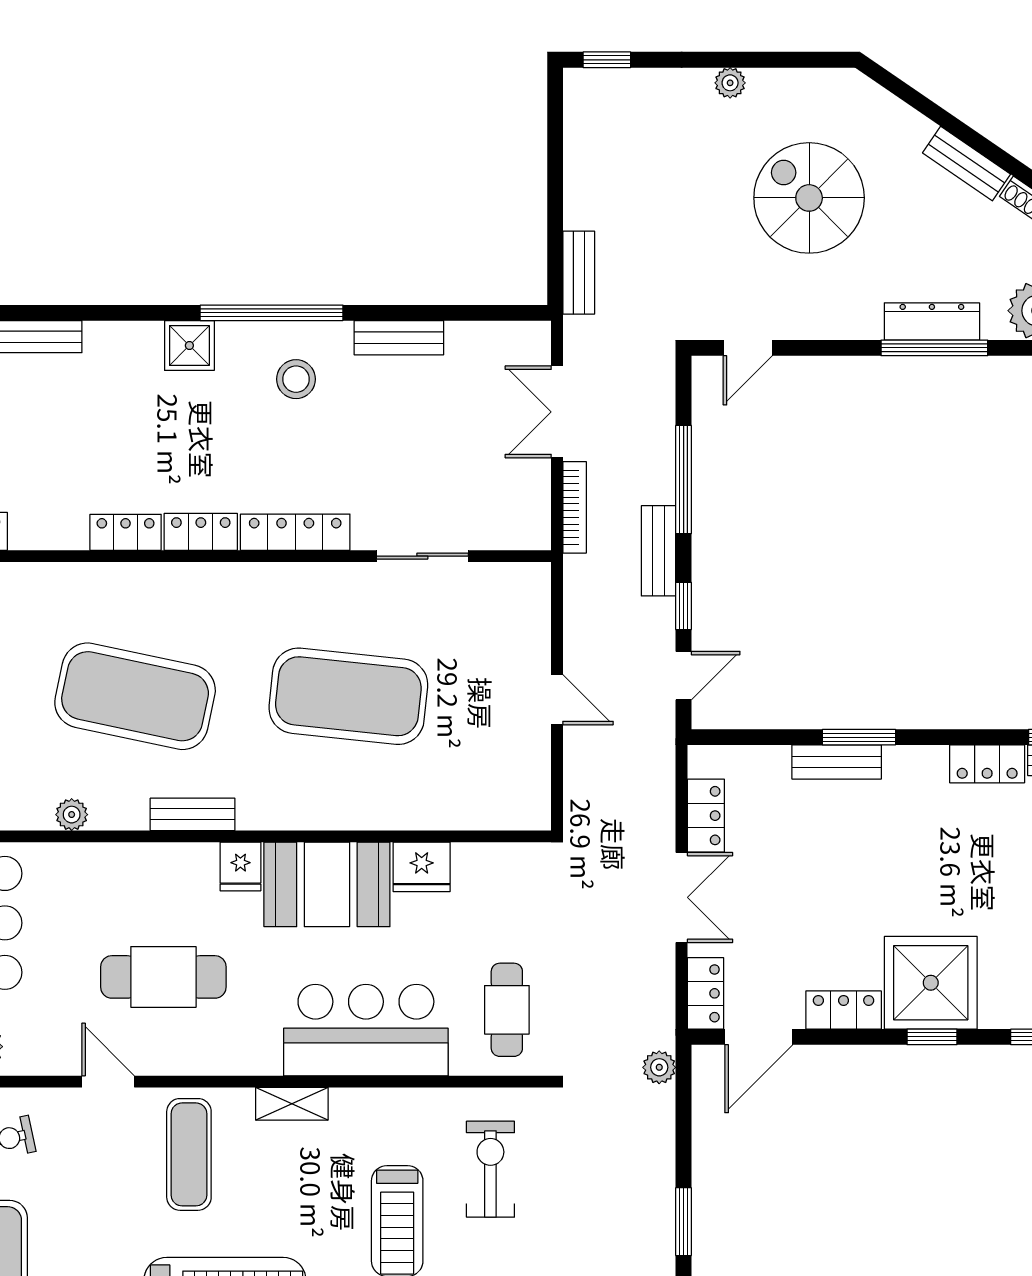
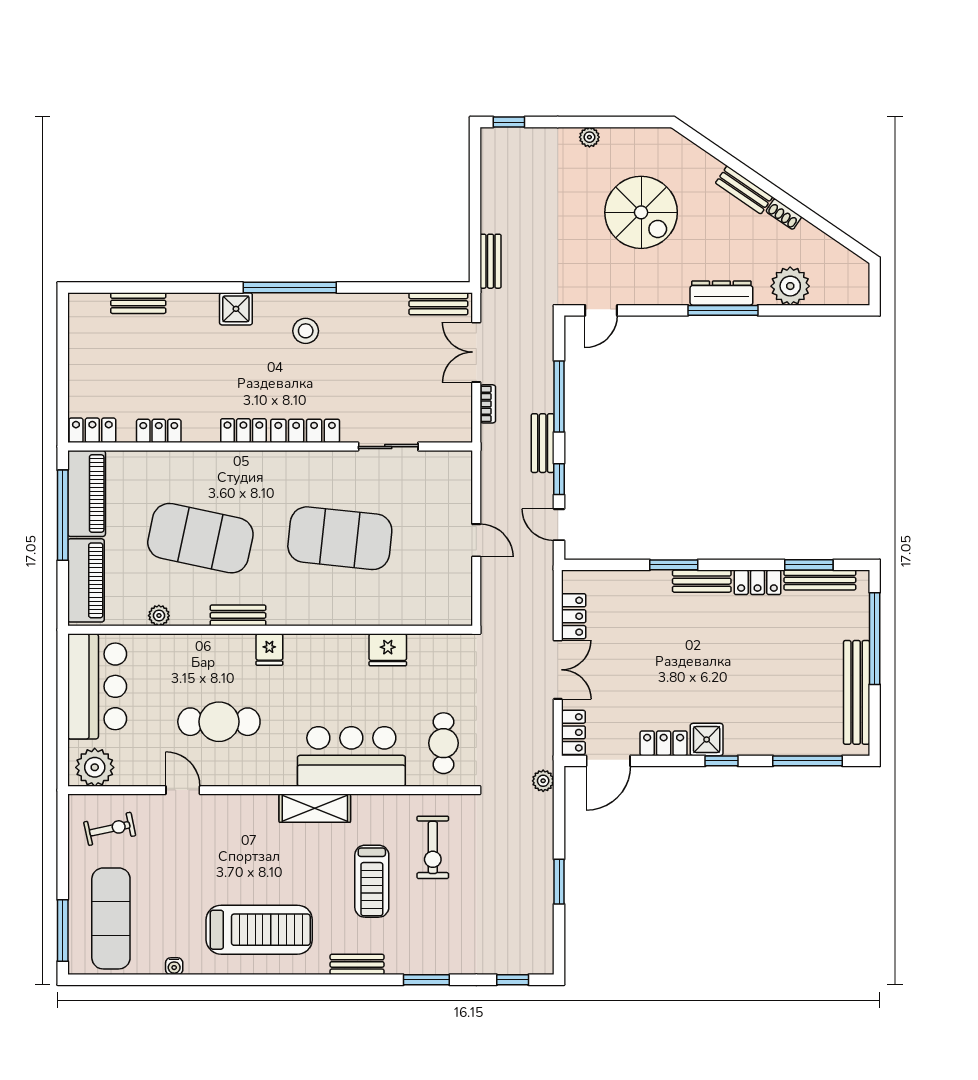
spiral stairs: (809, 198) -> (641, 212), turned 180
bench: (399, 338) -> (438, 304), moved
bookcase: (575, 507) -> (488, 404), width x0.64
locker: (126, 532) -> (159, 431), moved
door: (684, 676) -> (559, 525), swing flipped
bench: (837, 762) -> (702, 581), moved
booth: (327, 884) -> (326, 661), removed
shower: (931, 983) -> (707, 740), width x0.54, depth x0.54
shelving: (292, 1104) -> (315, 808), width x1.50, depth x1.33
exercise mat: (189, 1154) -> (236, 838), removed
exercise bike: (490, 1169) -> (433, 847), turned 180

